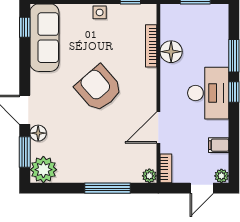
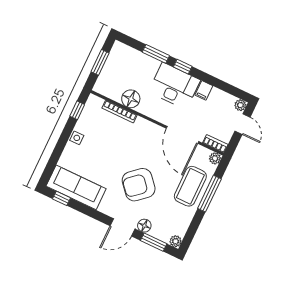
armchair: (99, 88) -> (139, 185), moved
door: (158, 128) -> (182, 135), width x1.36
filing cabinet: (219, 145) -> (204, 90), moved
coffee table: (106, 163) -> (190, 186), added
plant: (43, 170) -> (176, 241), width x0.53, depth x0.53

